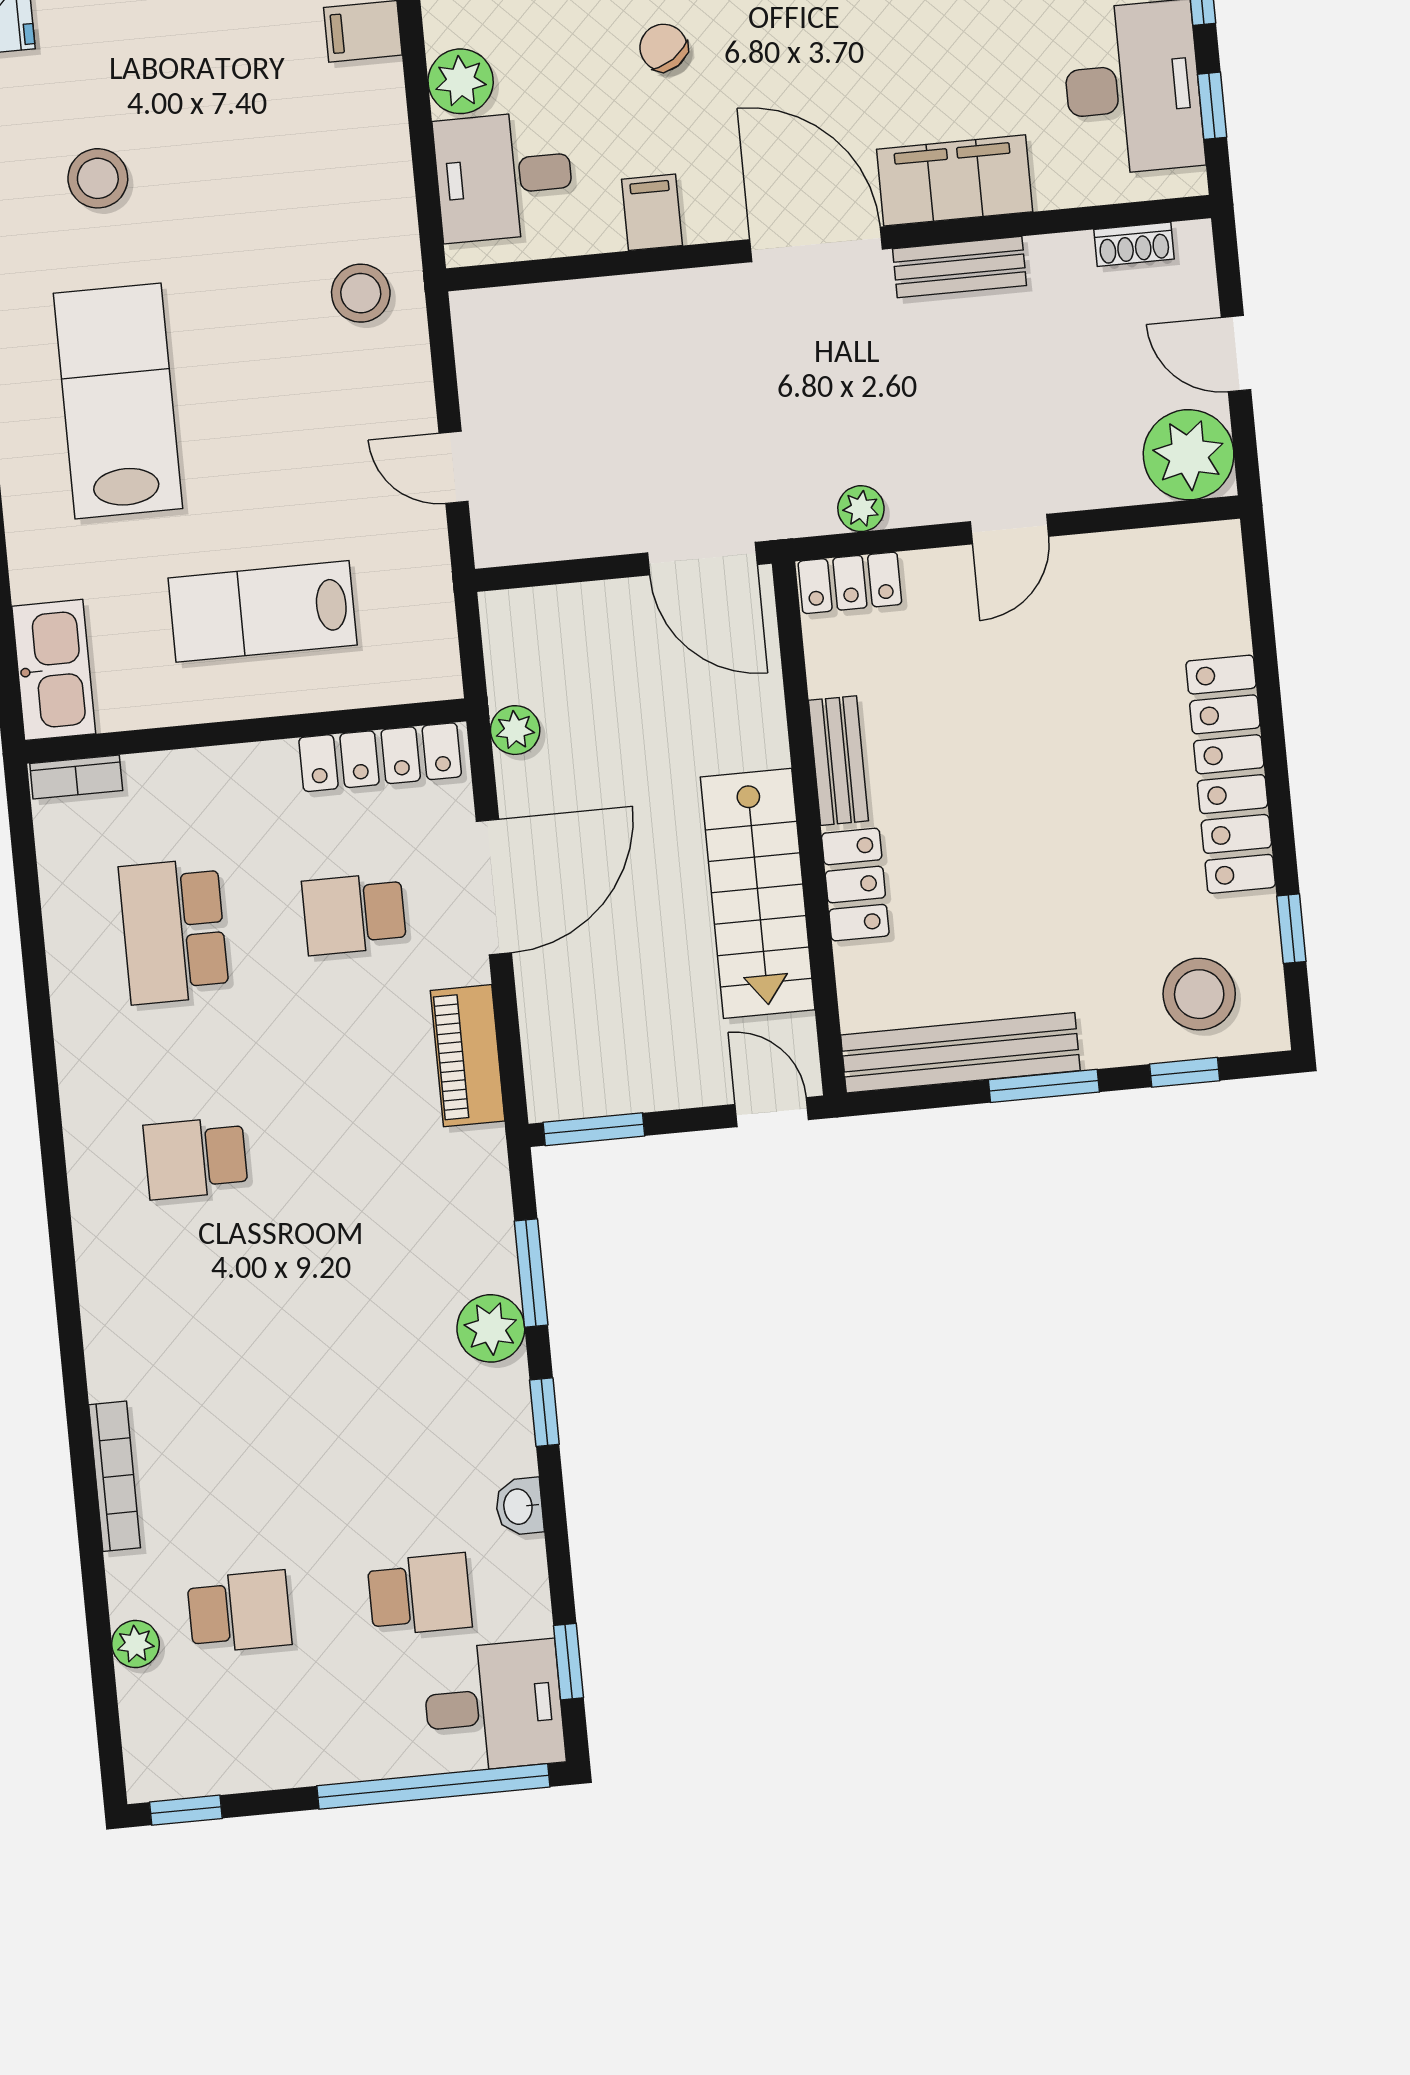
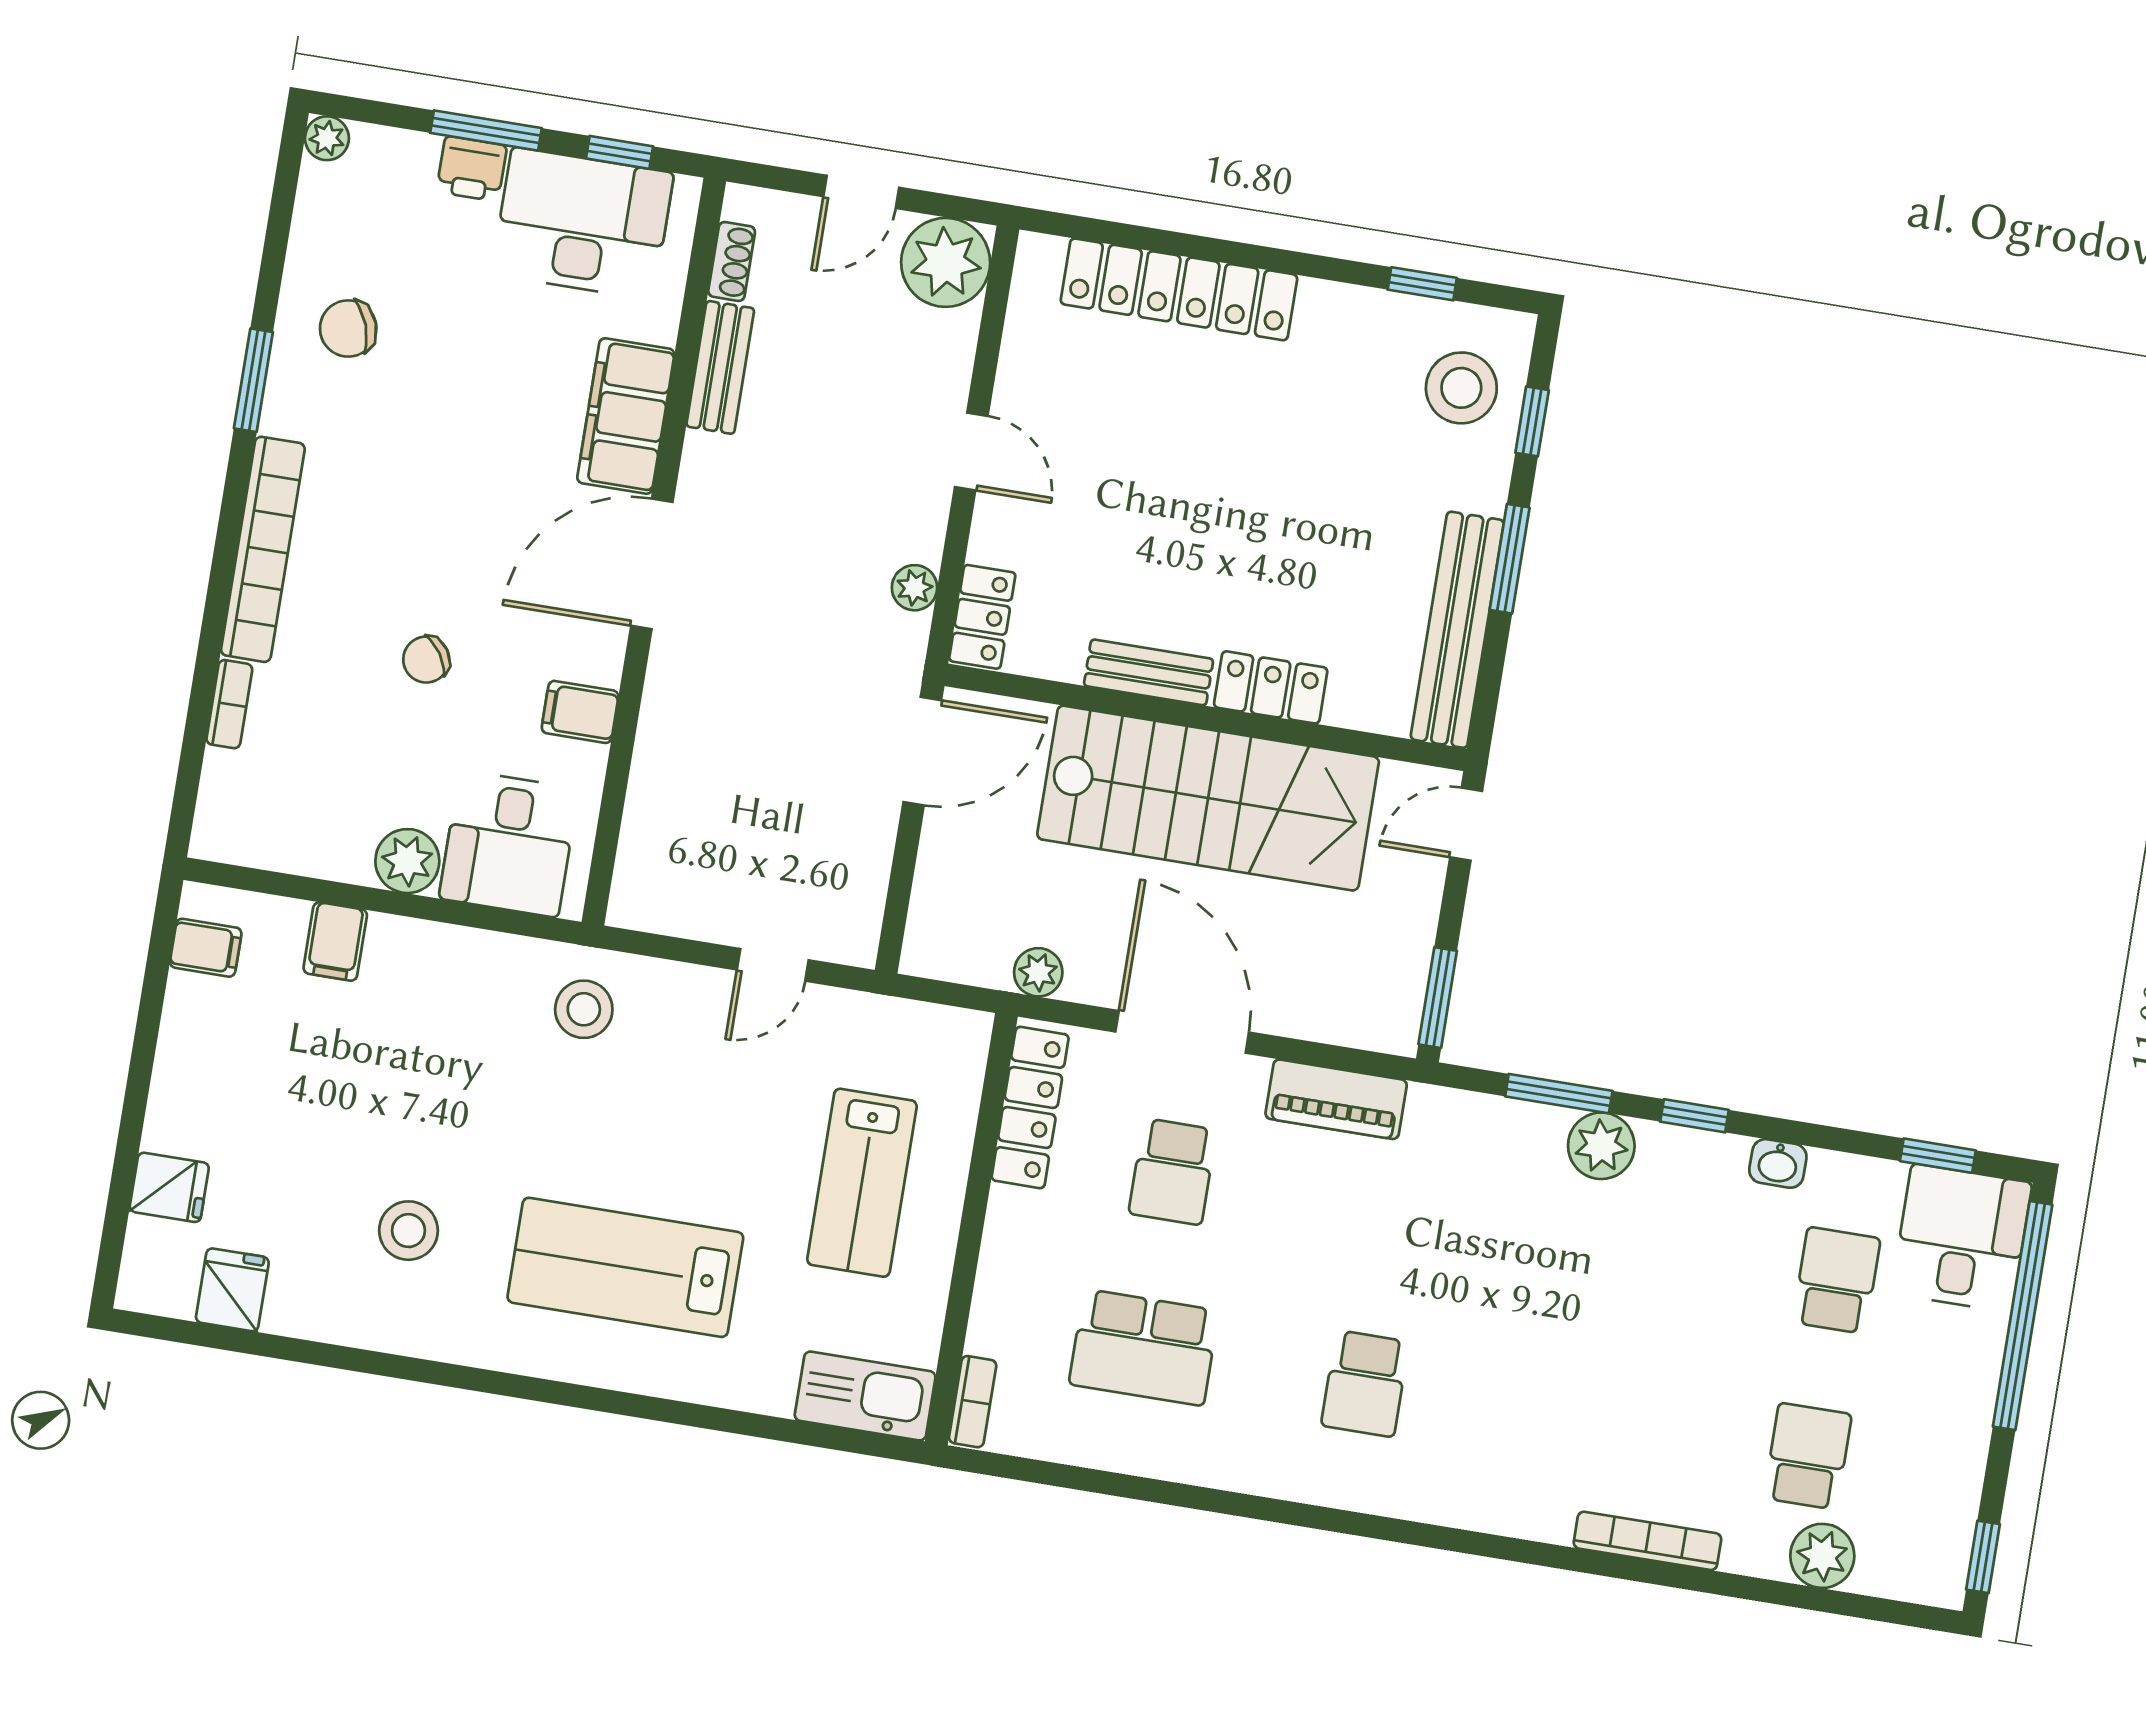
bench: (960, 267) -> (720, 367), moved
locker: (1231, 774) -> (1179, 289), moved
stairs: (758, 893) -> (1208, 798), width x1.36, depth x1.51
plant: (136, 1644) -> (1822, 1556), width x1.38, depth x1.38

